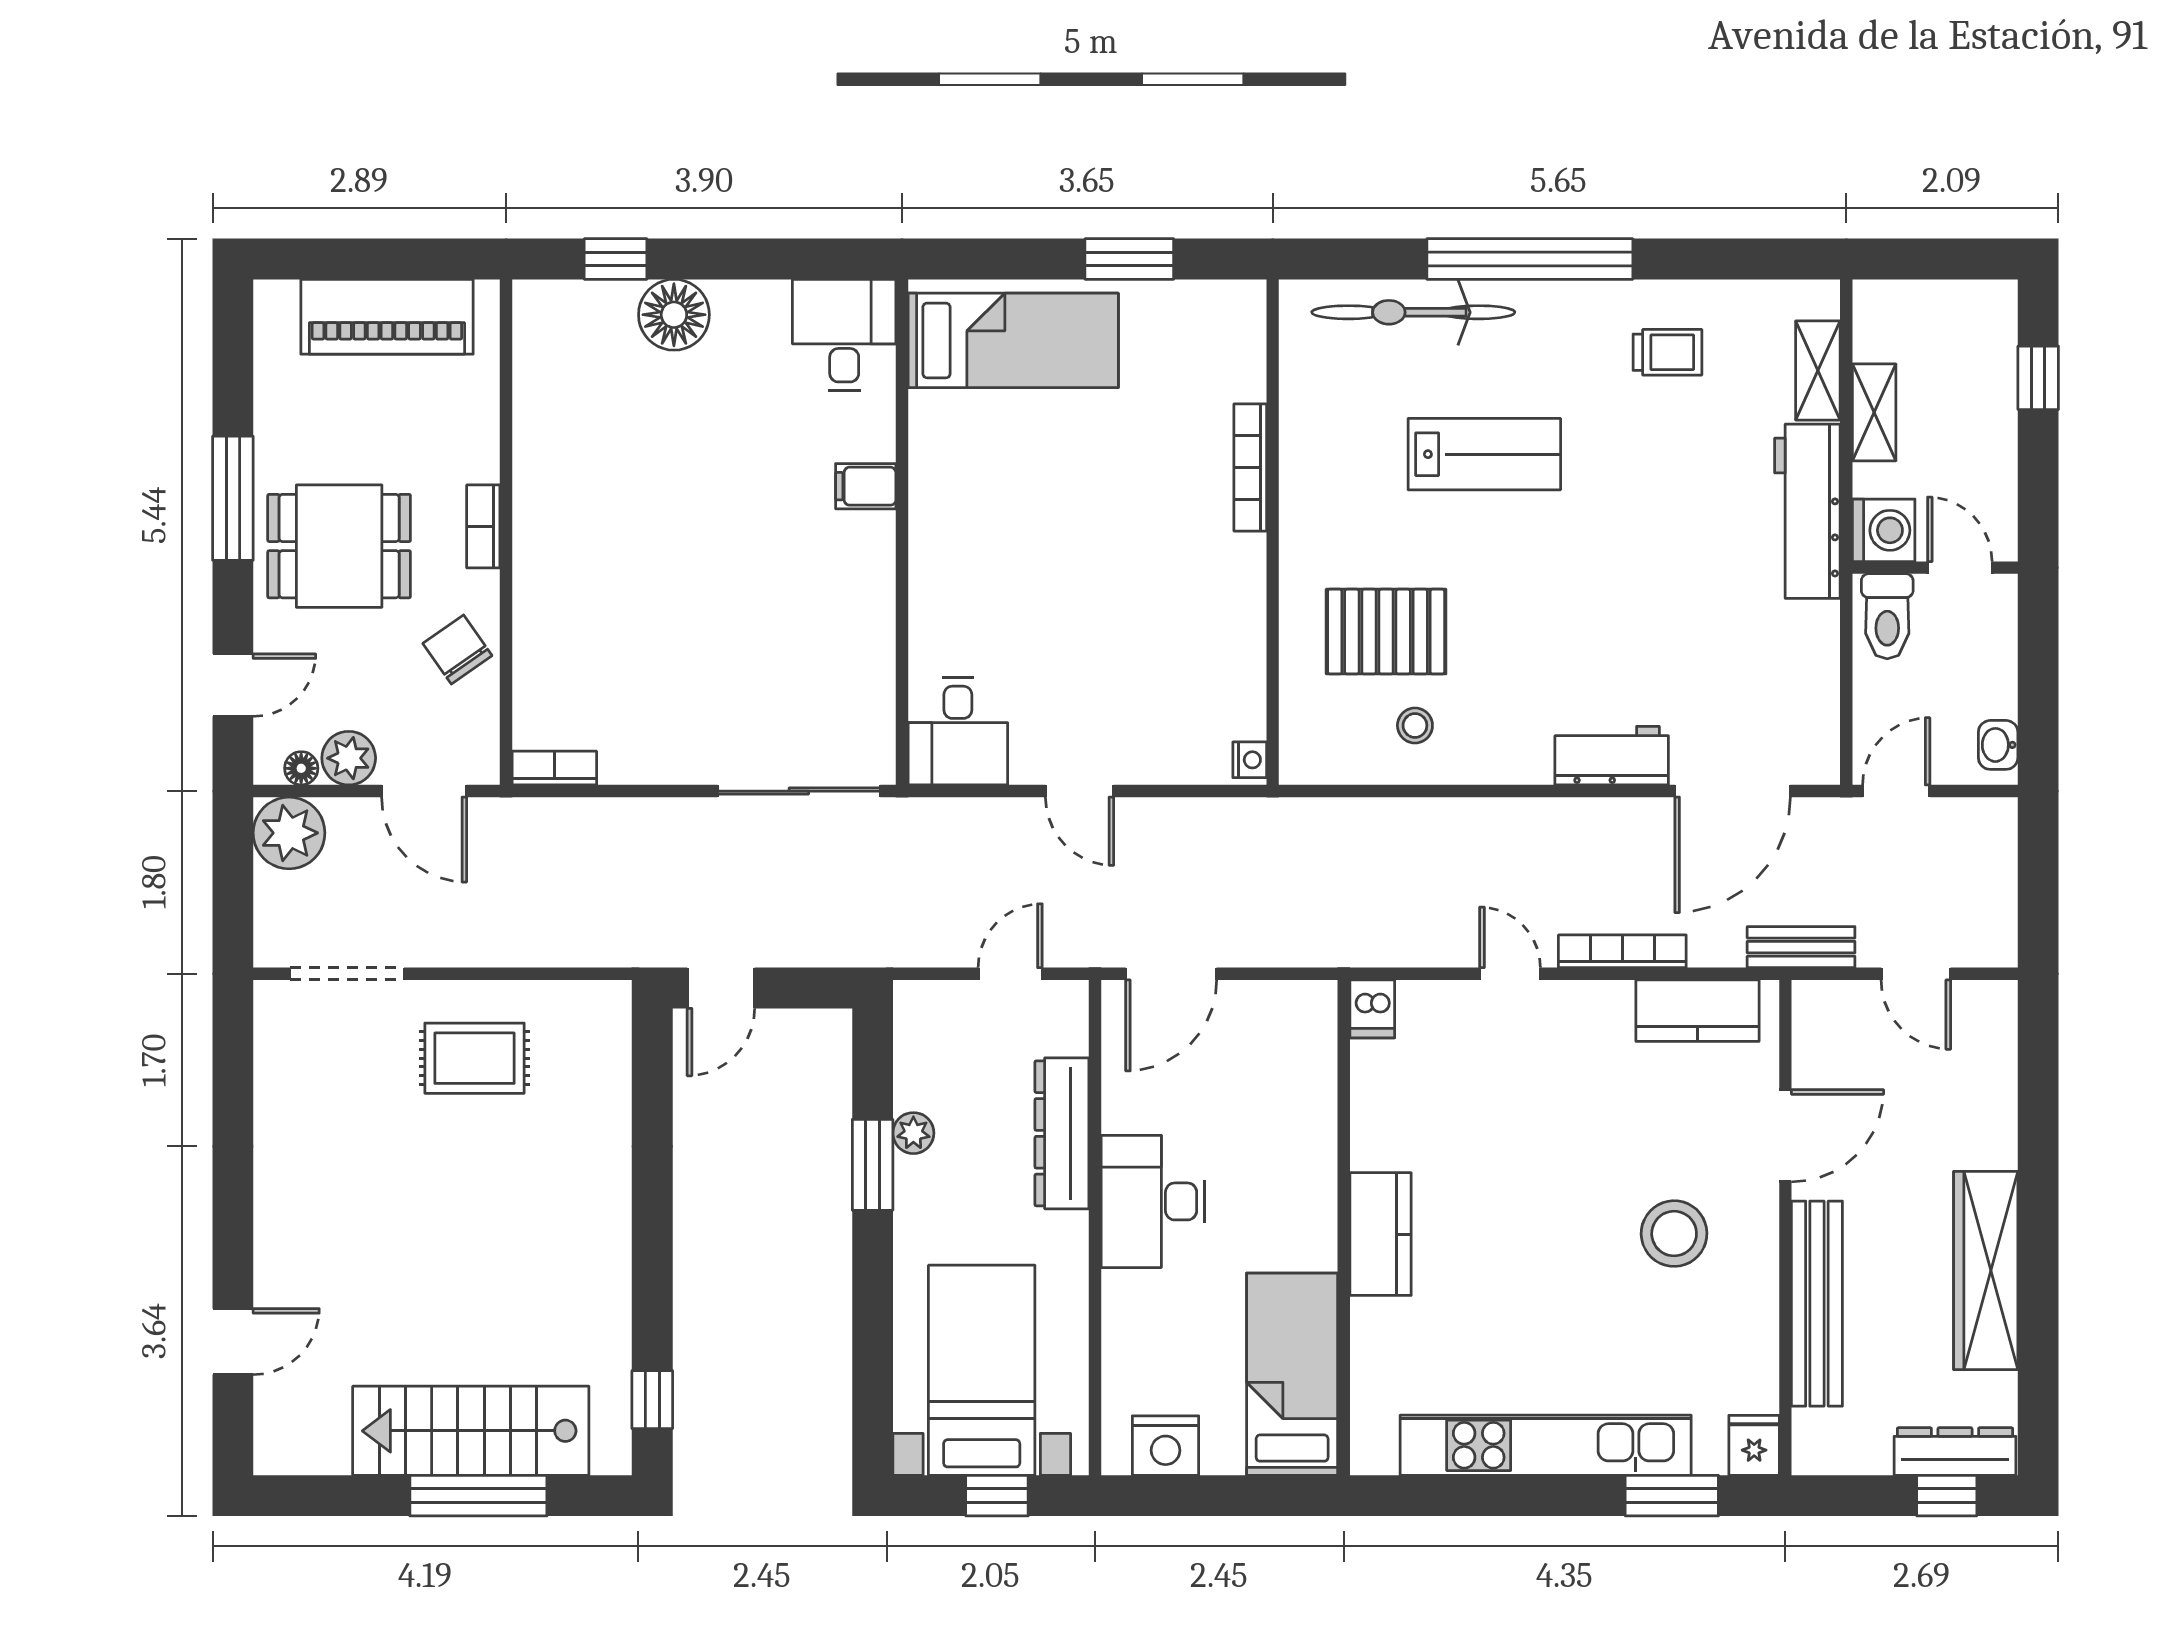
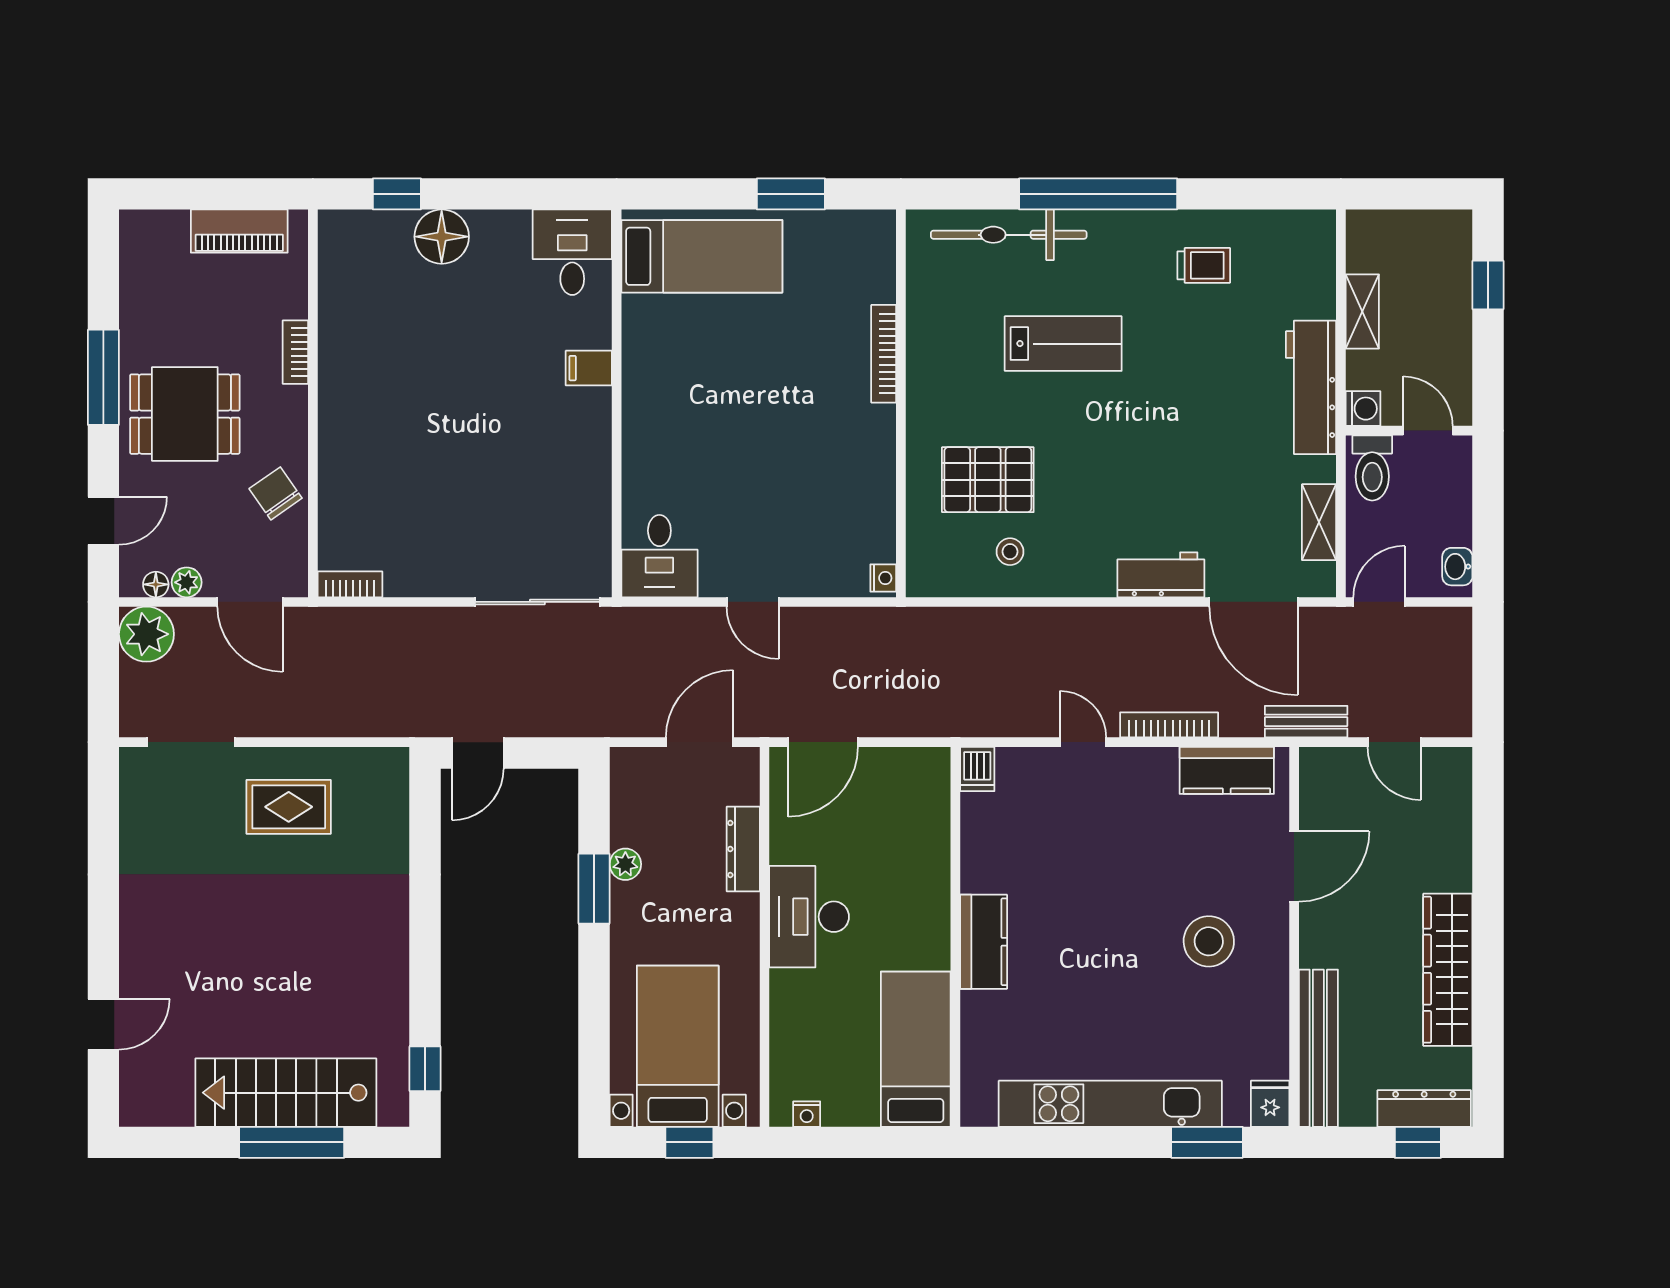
piano: (387, 317) -> (239, 231), width x0.73, depth x0.75
shelving: (1818, 371) -> (1319, 522), moved
bookcase: (483, 526) -> (295, 352), moved
washing machine: (1884, 530) -> (1363, 409), width x0.73, depth x0.73
plant: (349, 758) -> (187, 582), width x0.73, depth x0.73
door: (1733, 791) -> (1254, 602), hinge flipped
door: (1010, 974) -> (700, 742), width x1.38
dresser: (1062, 1133) -> (743, 849), width x0.73, depth x0.80
bench: (1817, 1304) -> (1318, 1048), moved
nightstand: (1166, 1446) -> (807, 1114), width x0.53, depth x0.56

